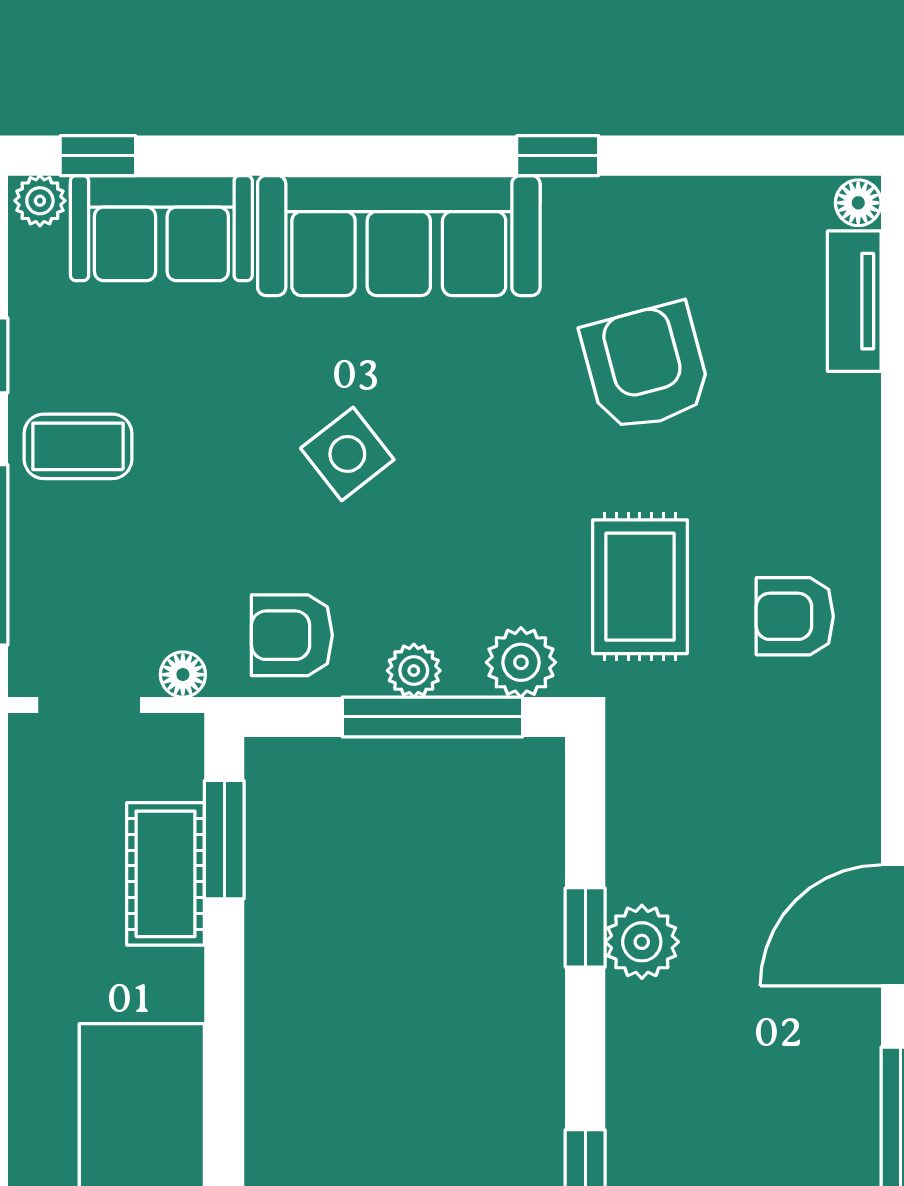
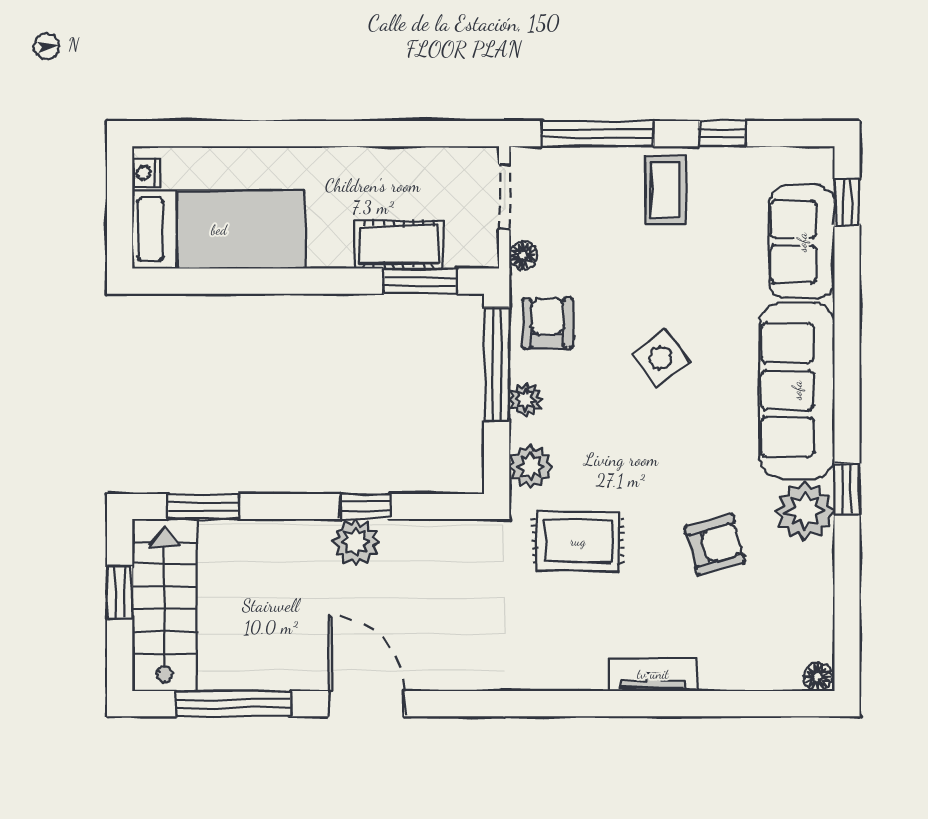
plant: (40, 201) -> (805, 511), moved, width x1.88, depth x1.88
tv unit: (854, 301) -> (653, 674), moved
armchair: (646, 367) -> (715, 544), width x0.72, depth x0.72
armchair: (795, 616) -> (559, 637), removed
window: (432, 717) -> (497, 364), moved

